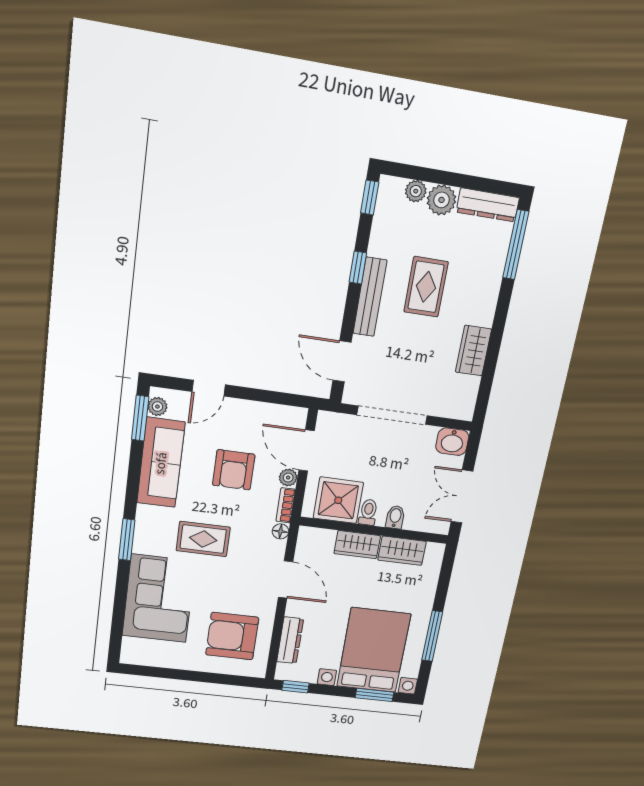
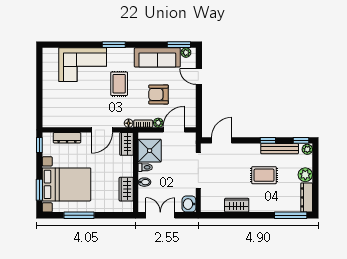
plant: (416, 191) -> (307, 149), moved
bench: (370, 297) -> (280, 149), moved
wardrobe: (357, 545) -> (127, 144), moved
armchair: (232, 636) -> (66, 106), removed

